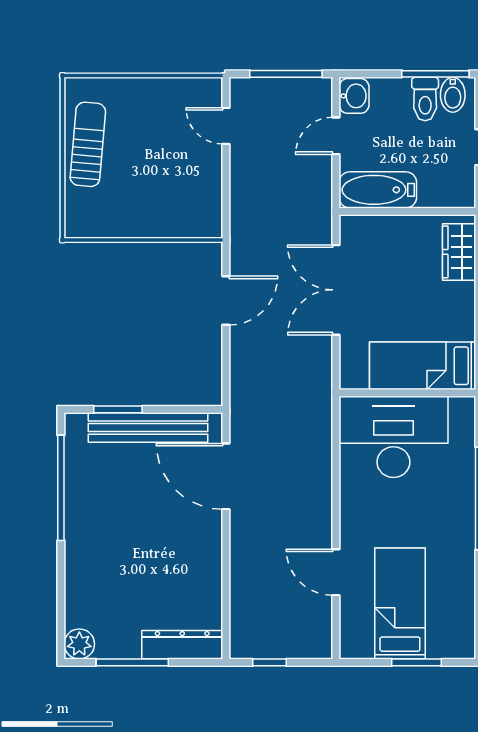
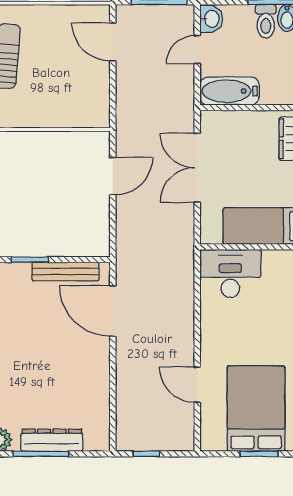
door: (226, 126) -> (113, 42), width x1.38
bench: (148, 428) -> (65, 271), width x0.73, depth x0.82
desk: (393, 437) -> (230, 273), width x0.73, depth x0.77
bed: (400, 603) -> (256, 409), width x1.50
dresser: (182, 645) -> (52, 440), moved

